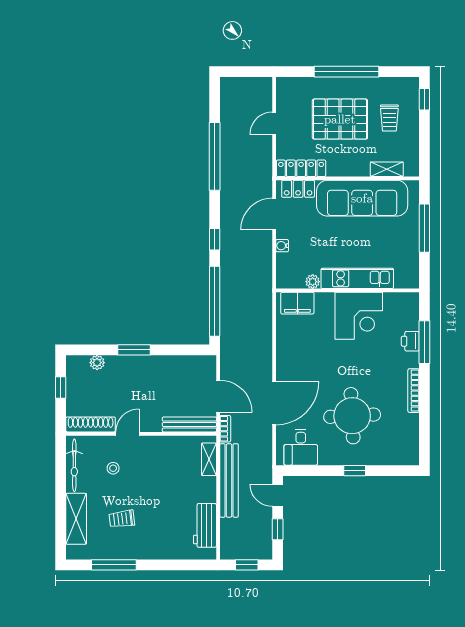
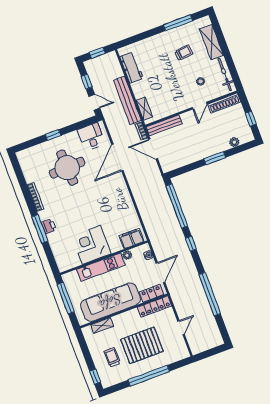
kitchen unit: (357, 278) -> (101, 267), moved
plant: (313, 282) -> (127, 255), moved
wall: (348, 290) -> (104, 258), moved
filing cabinet: (297, 303) -> (132, 239), moved
corner desk: (359, 316) -> (91, 245), moved

